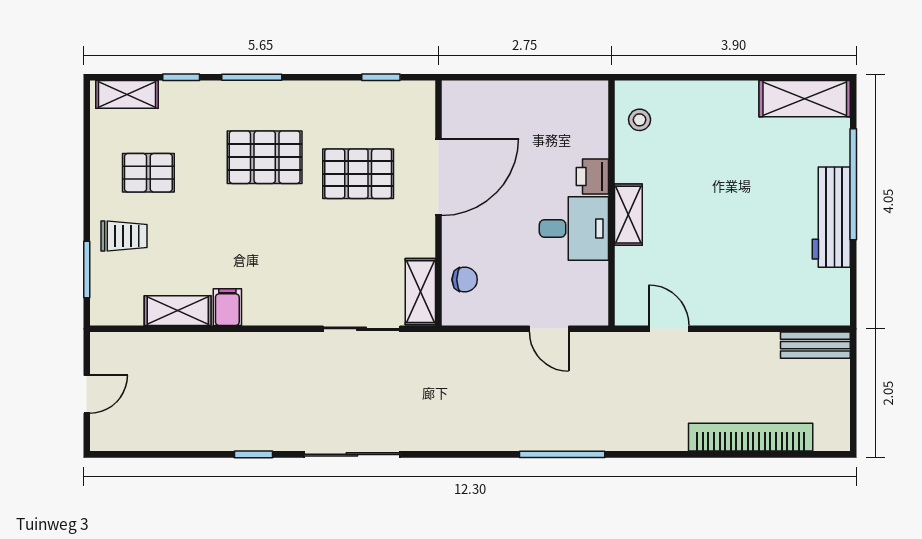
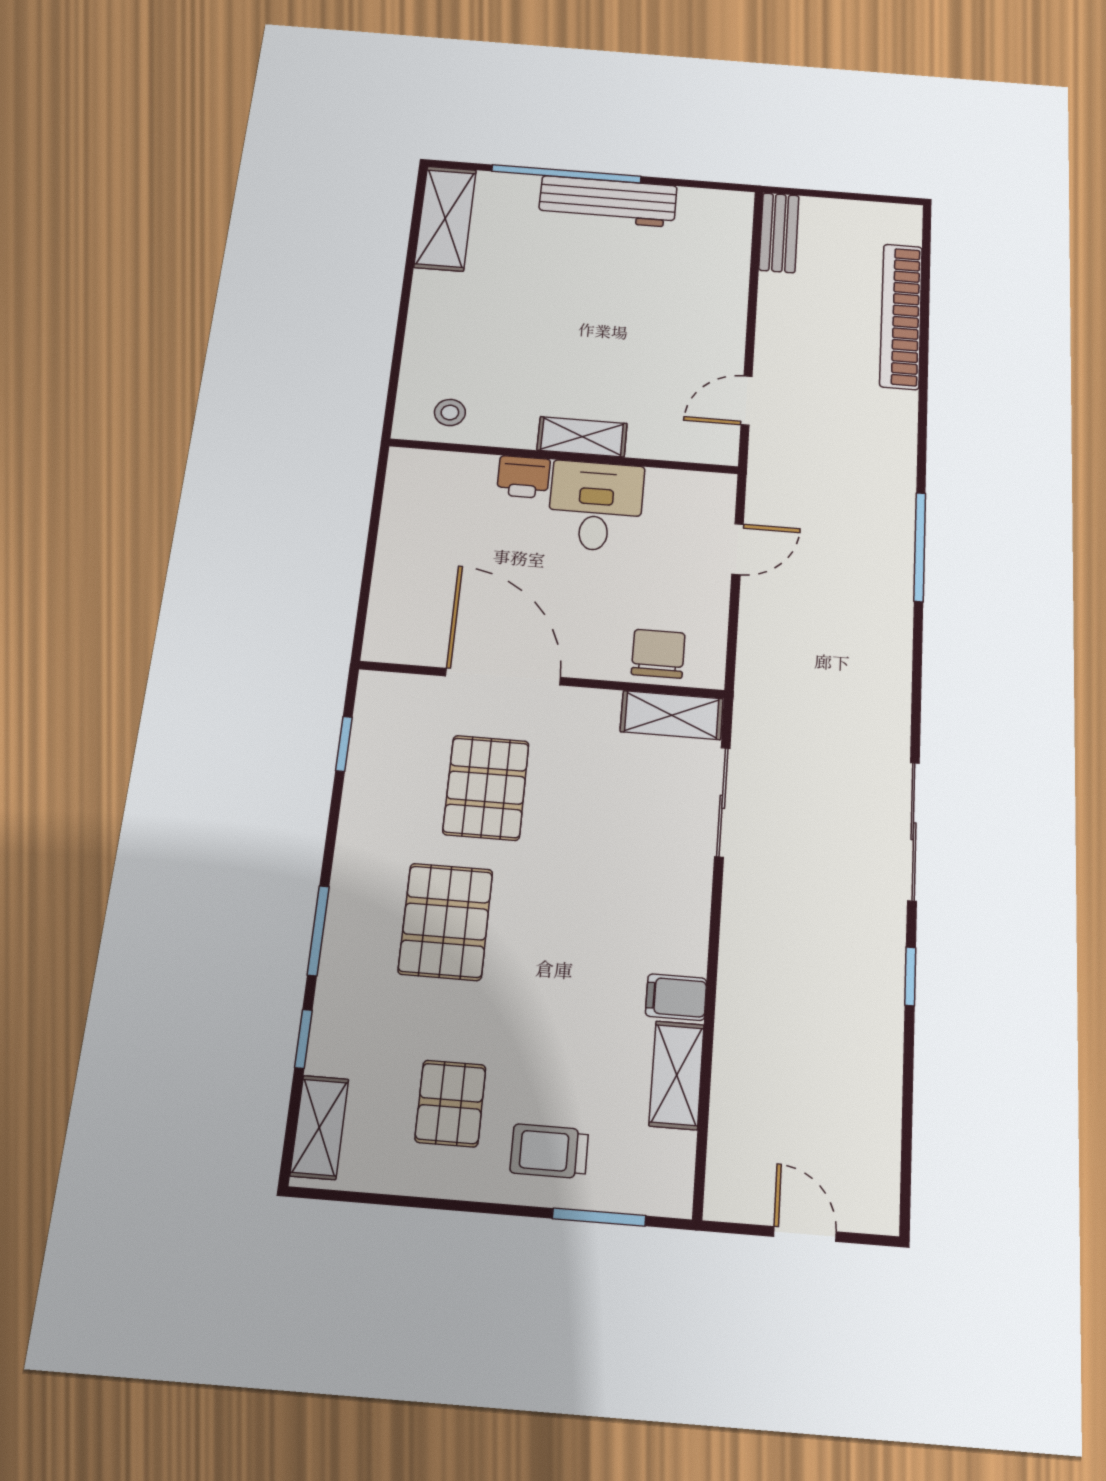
trolley: (124, 236) -> (549, 1151), turned -90
chair: (465, 280) -> (658, 654), width x1.37, depth x1.37

